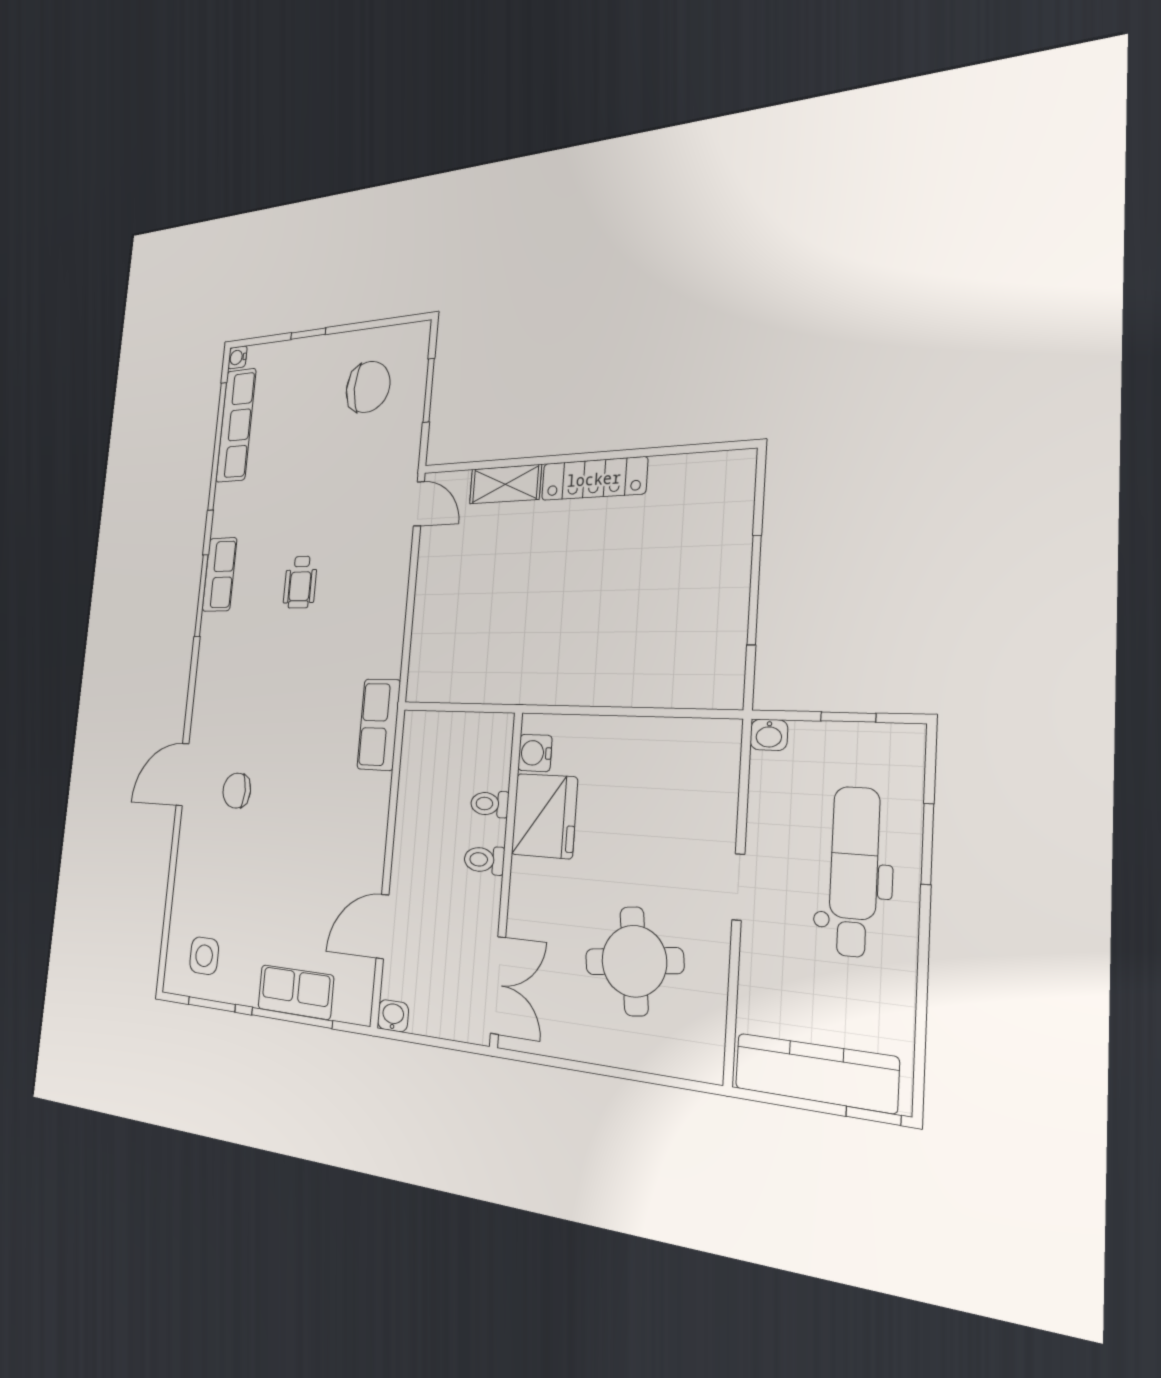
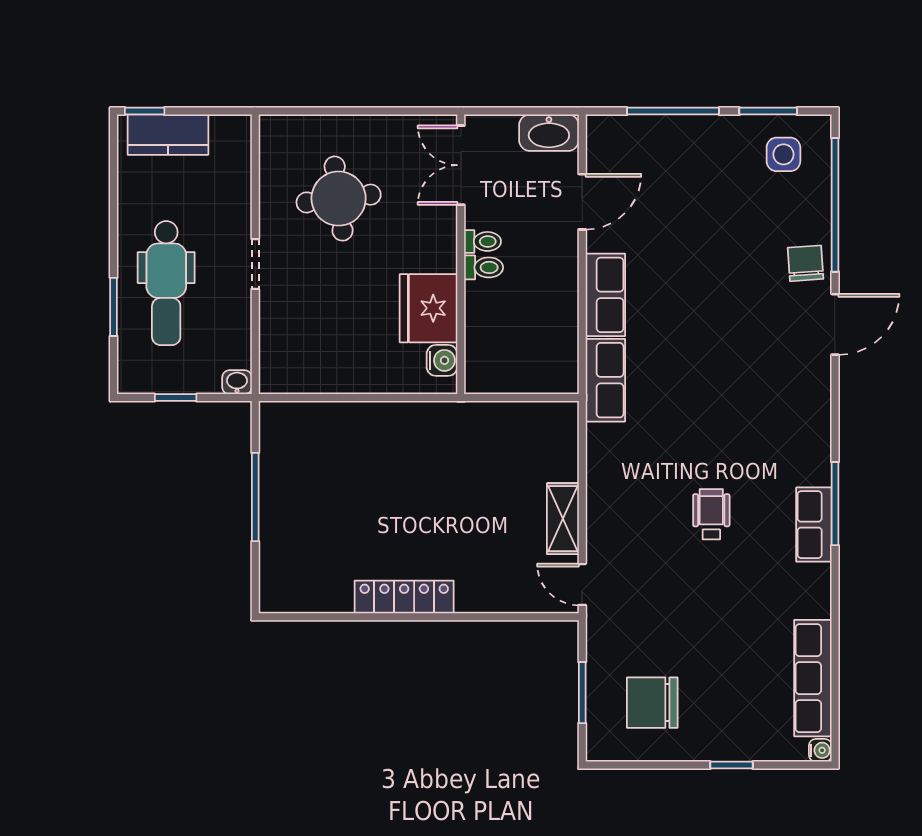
window: (217, 446) -> (835, 205), moved
shelving: (505, 484) -> (563, 519), moved, turned 90
chair: (237, 791) -> (806, 263), moved, turned -94
toilet: (490, 804) -> (483, 241), moved
row of seats: (296, 992) -> (605, 295), moved, turned -90
washbasin: (393, 1016) -> (549, 133), width x1.91, depth x1.45
kitchen counter: (816, 1073) -> (168, 135), width x0.67

